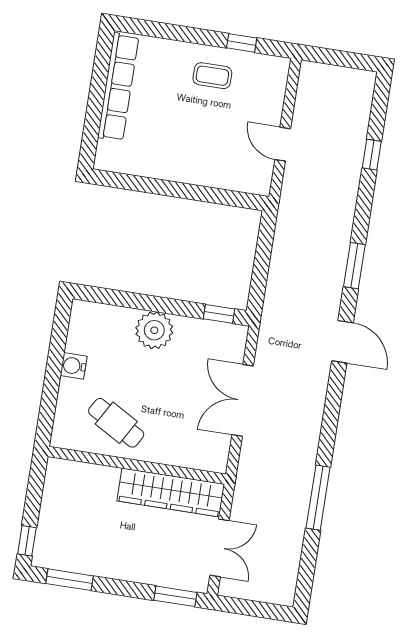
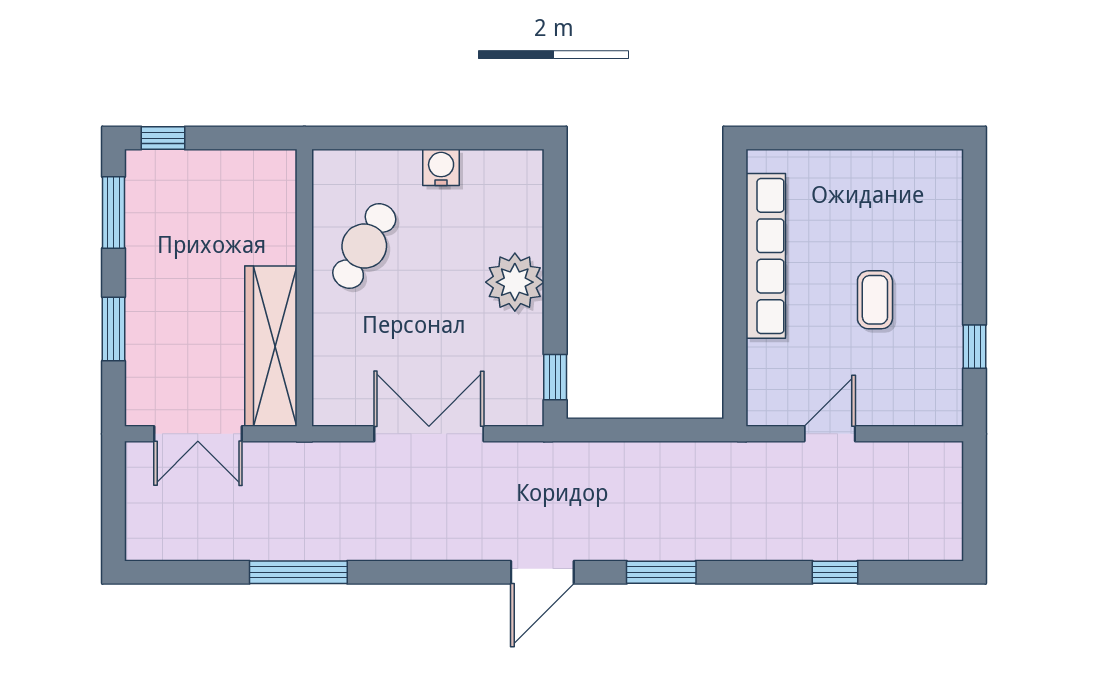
coffee table: (212, 76) -> (875, 300), moved
row of seats: (118, 87) -> (766, 256), moved, turned -90
window: (175, 596) -> (113, 329), moved

